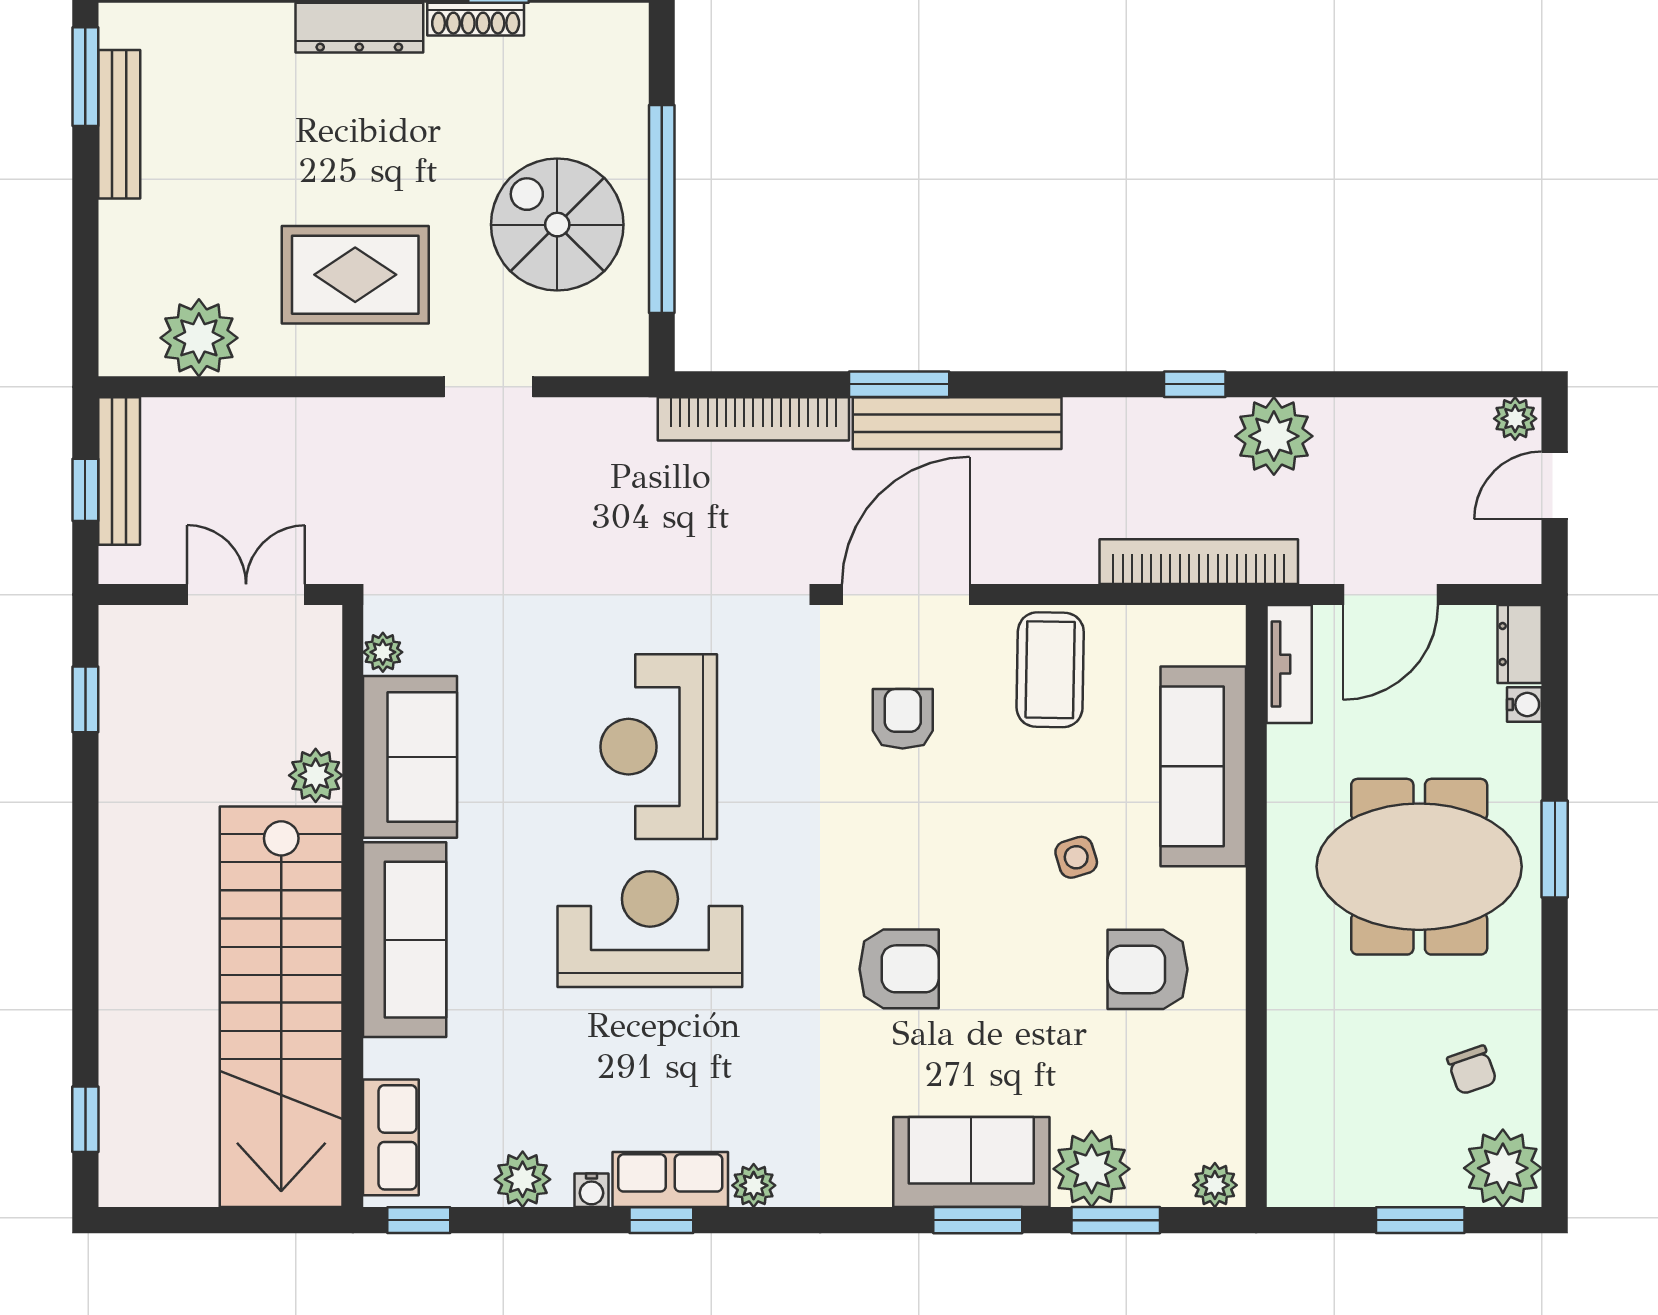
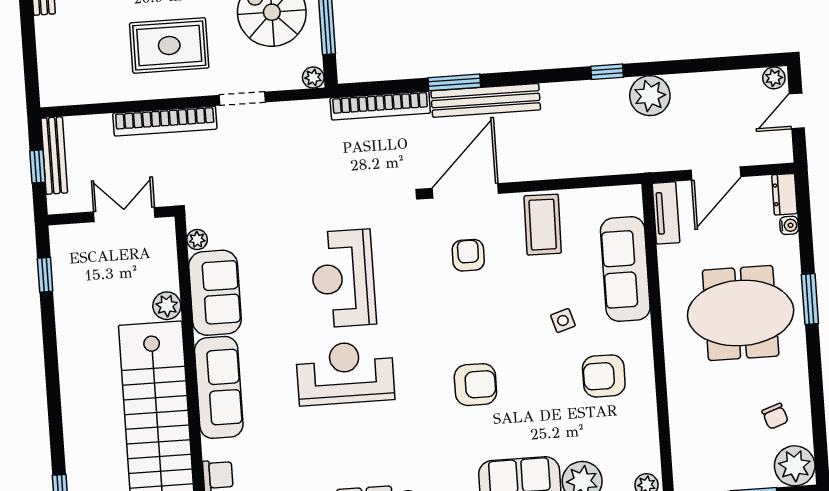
plant: (199, 338) -> (313, 78), moved, width x0.53, depth x0.53
bookcase: (1199, 562) -> (165, 121), moved, turned 180

